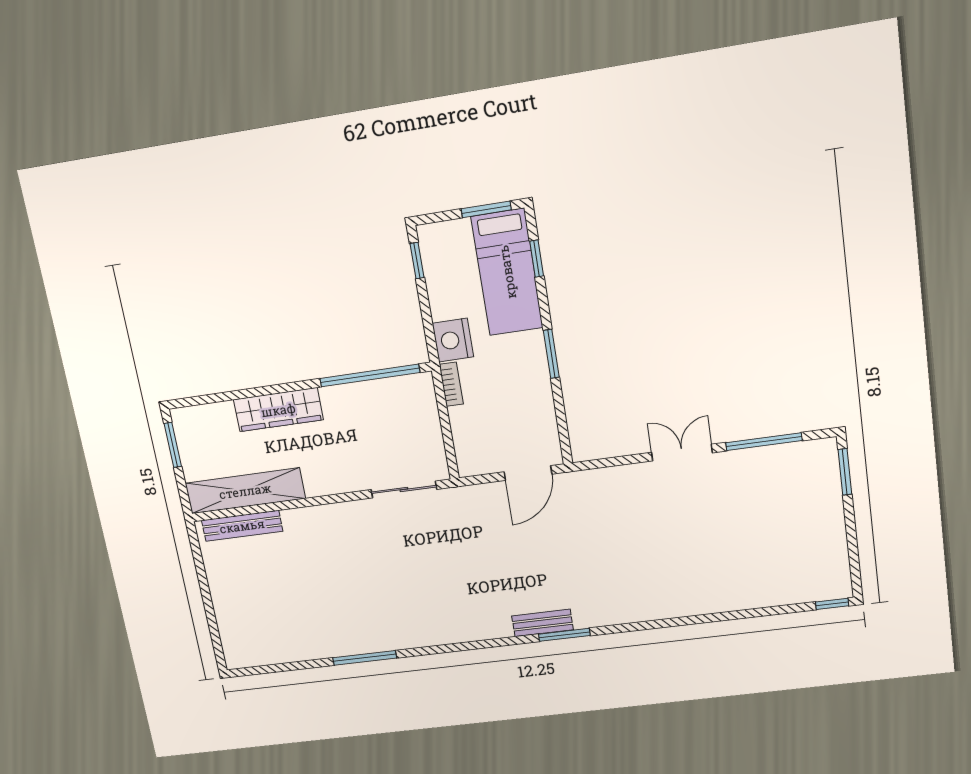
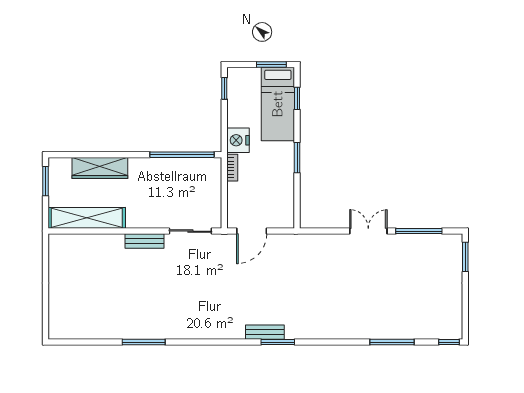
wardrobe: (278, 410) -> (100, 168), moved
door: (528, 473) -> (252, 231), moved
bench: (242, 526) -> (145, 241), moved, width x0.73
window: (741, 614) -> (392, 342), added

